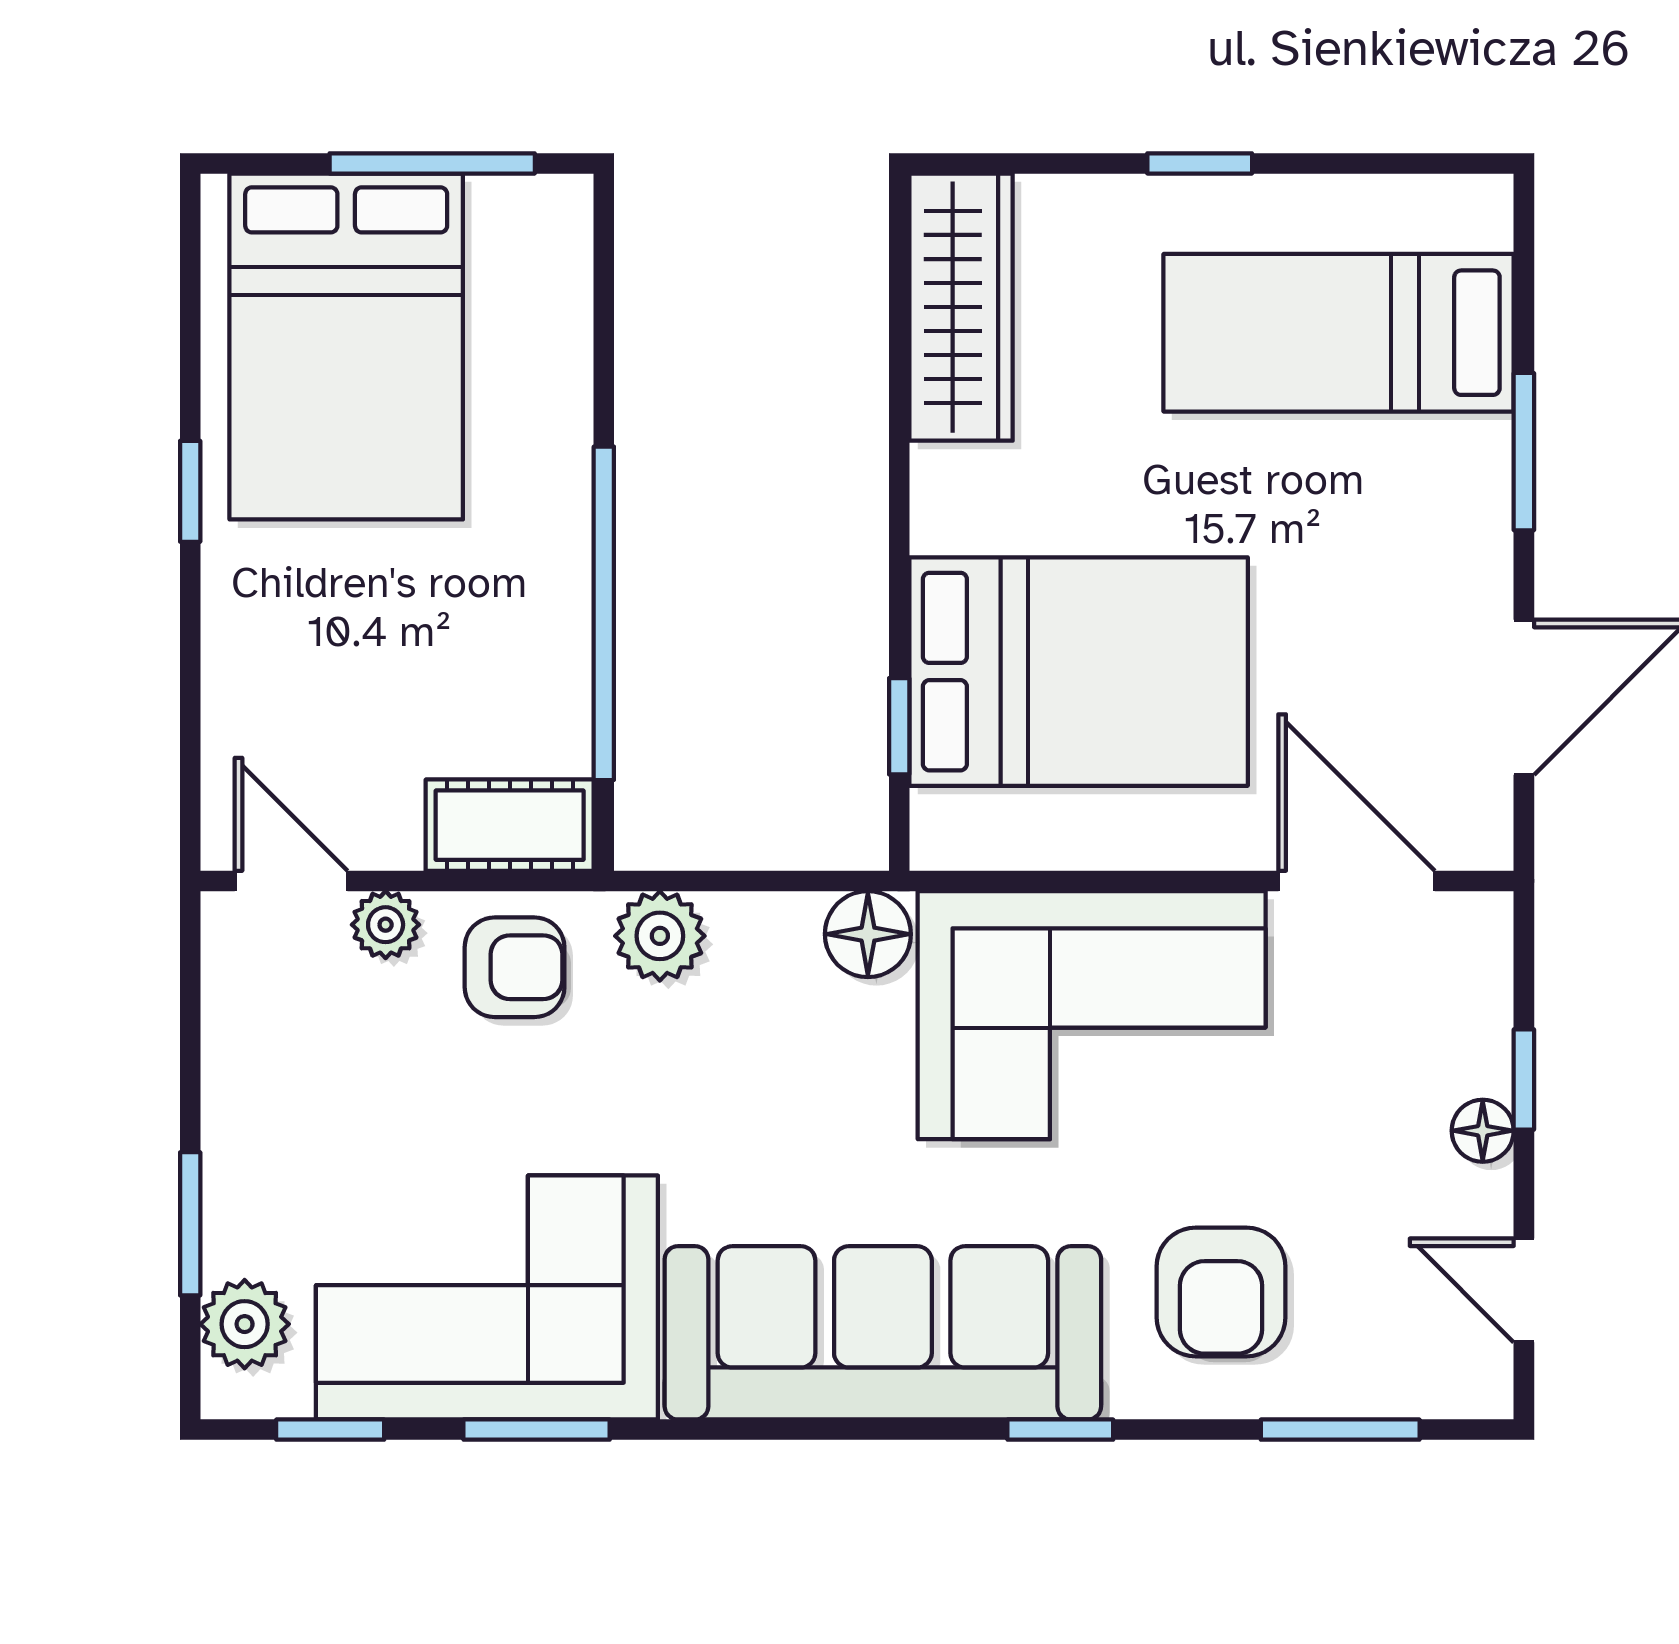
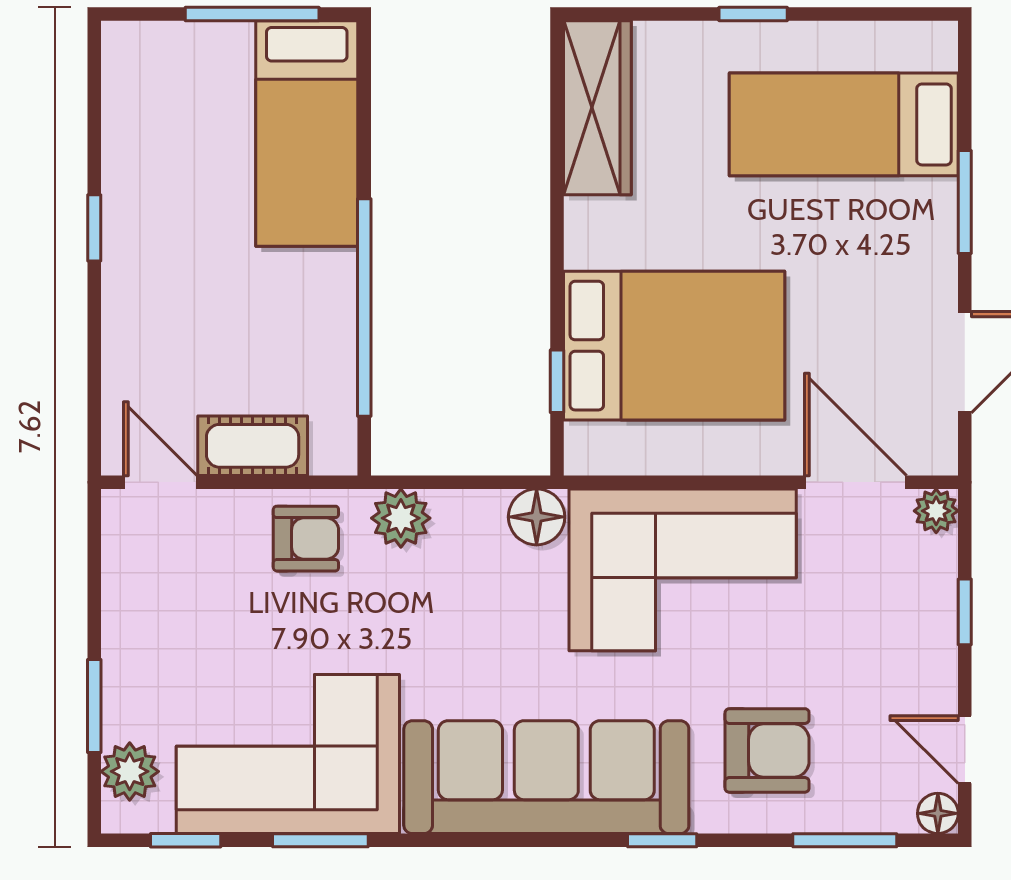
bed: (346, 346) -> (307, 133), moved, width x0.67
cot: (510, 825) -> (253, 446), moved
plant: (386, 925) -> (936, 511), moved
floor lamp: (1483, 1131) -> (938, 813), moved
armchair: (1221, 1292) -> (767, 750), turned -90

